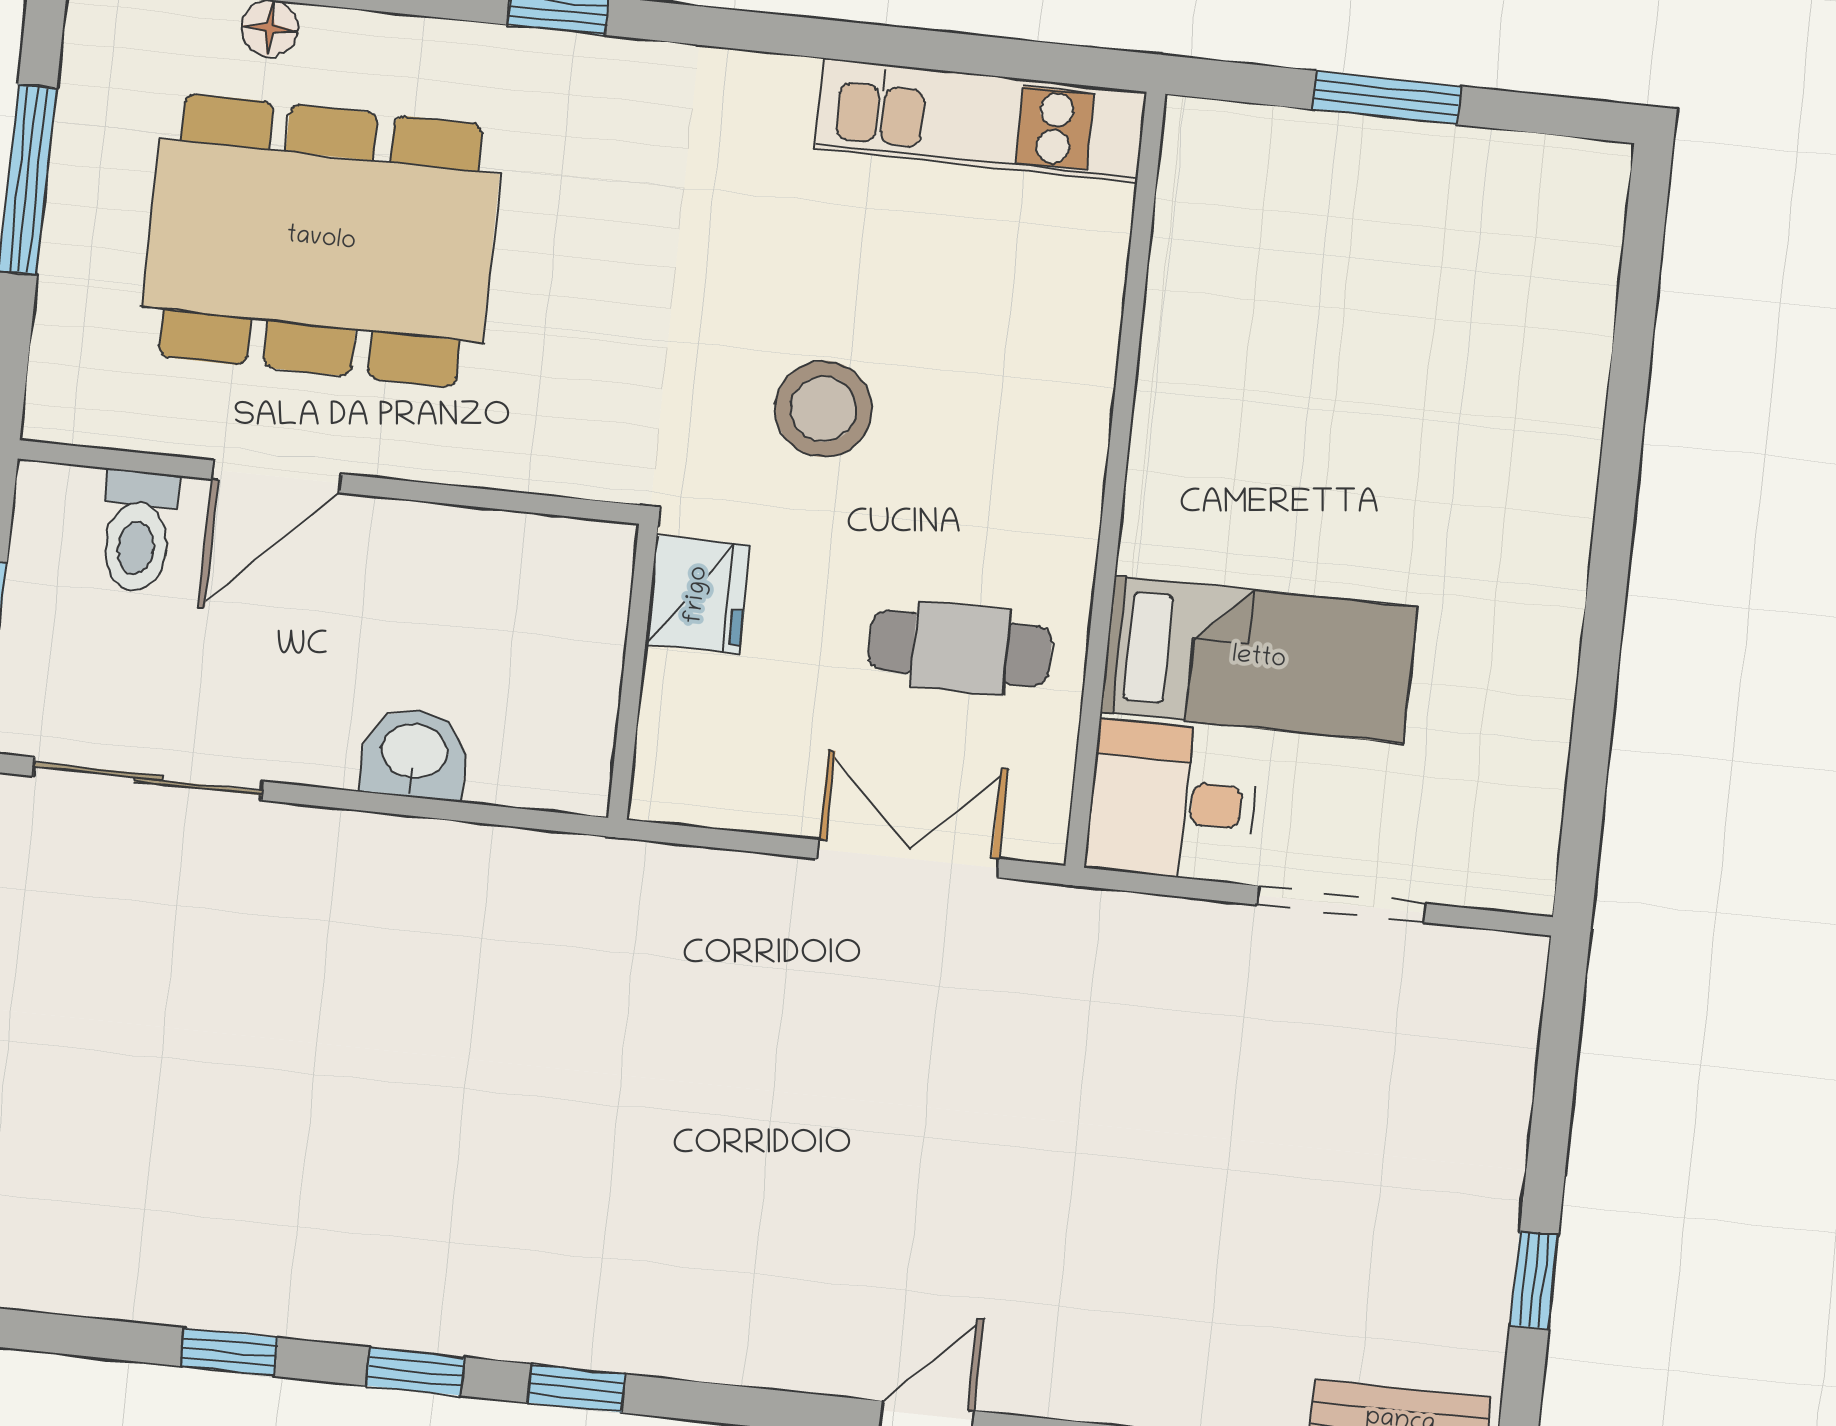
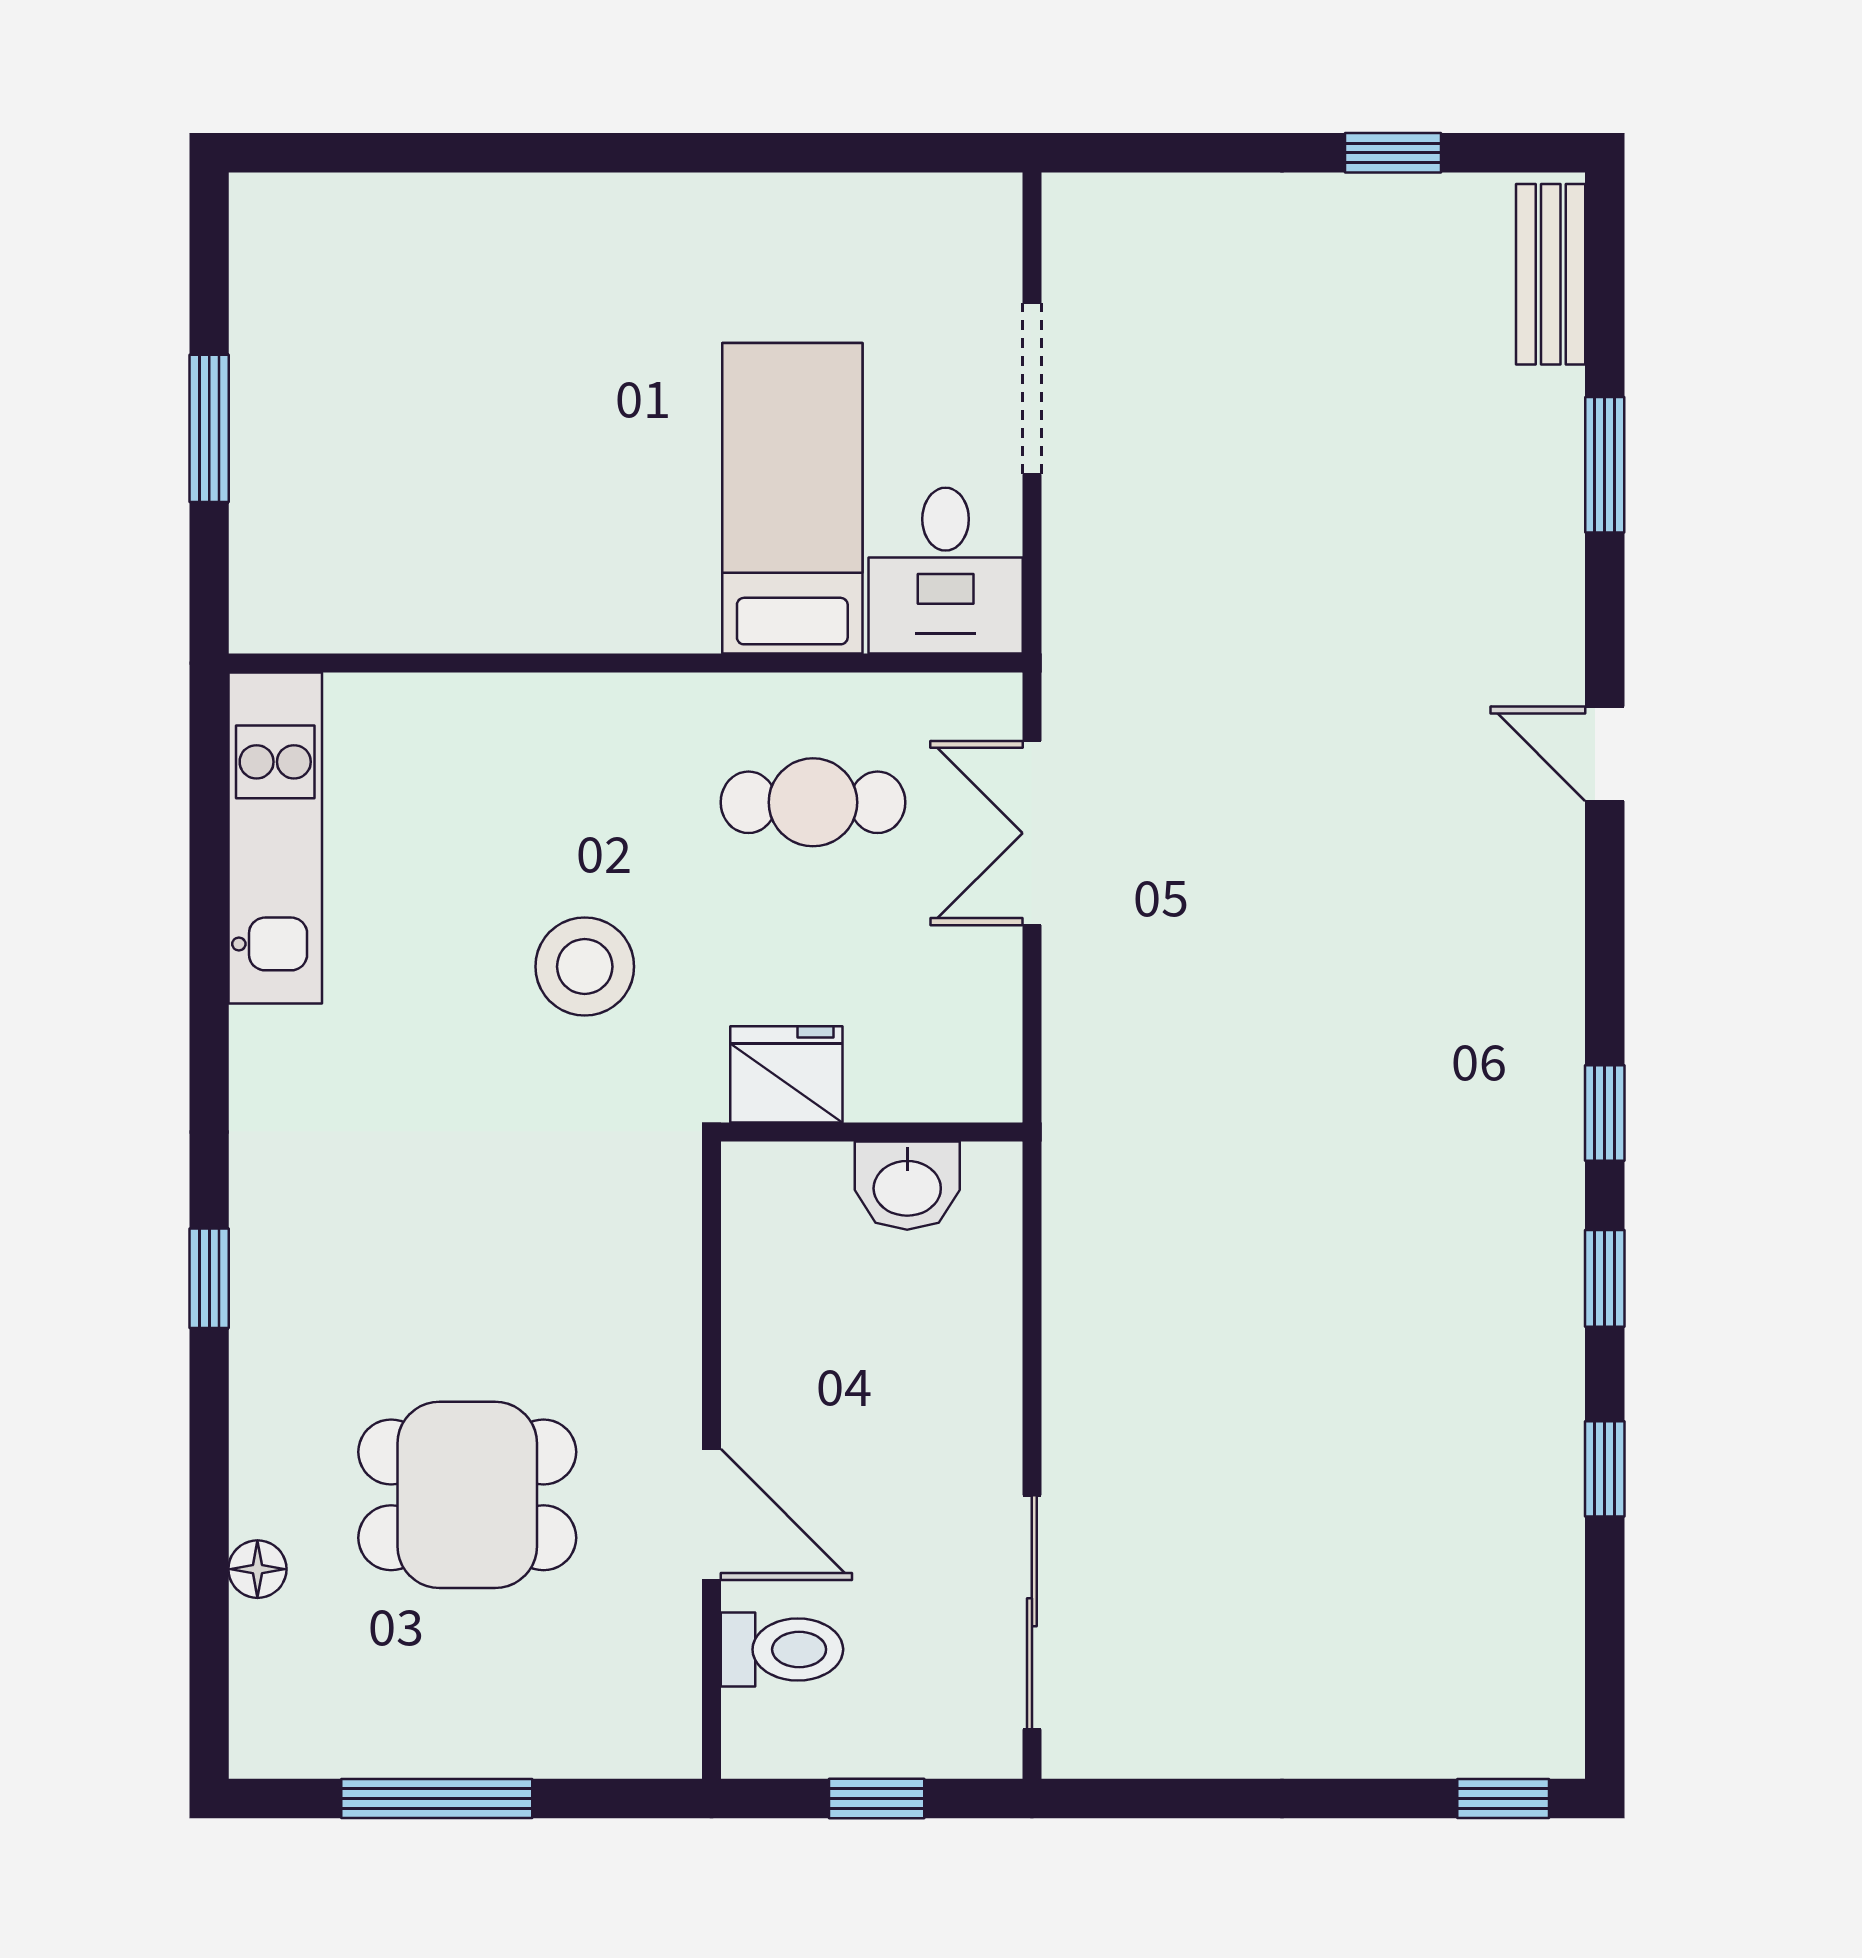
dining table: (321, 240) -> (467, 1495), width x0.53, depth x0.80
cafe table: (960, 648) -> (813, 802), turned 90
washbasin: (414, 754) -> (907, 1186), moved, turned -90

